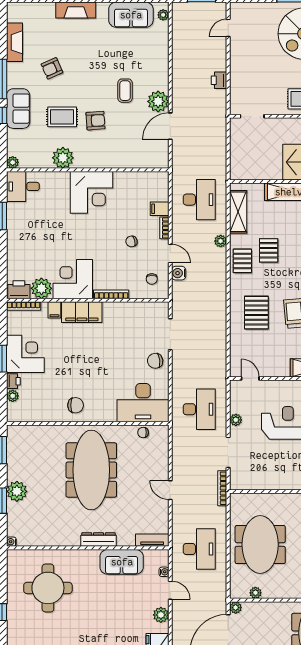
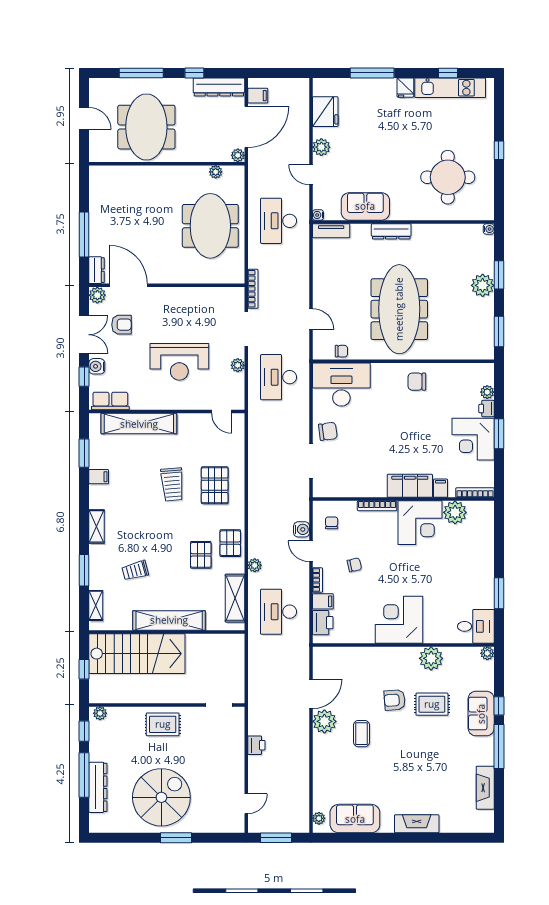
armchair: (52, 68) -> (443, 759), removed
printer: (19, 290) -> (323, 623), moved, turned -90
door: (170, 490) -> (311, 319), moved
water cooler: (164, 572) -> (318, 215), moved

